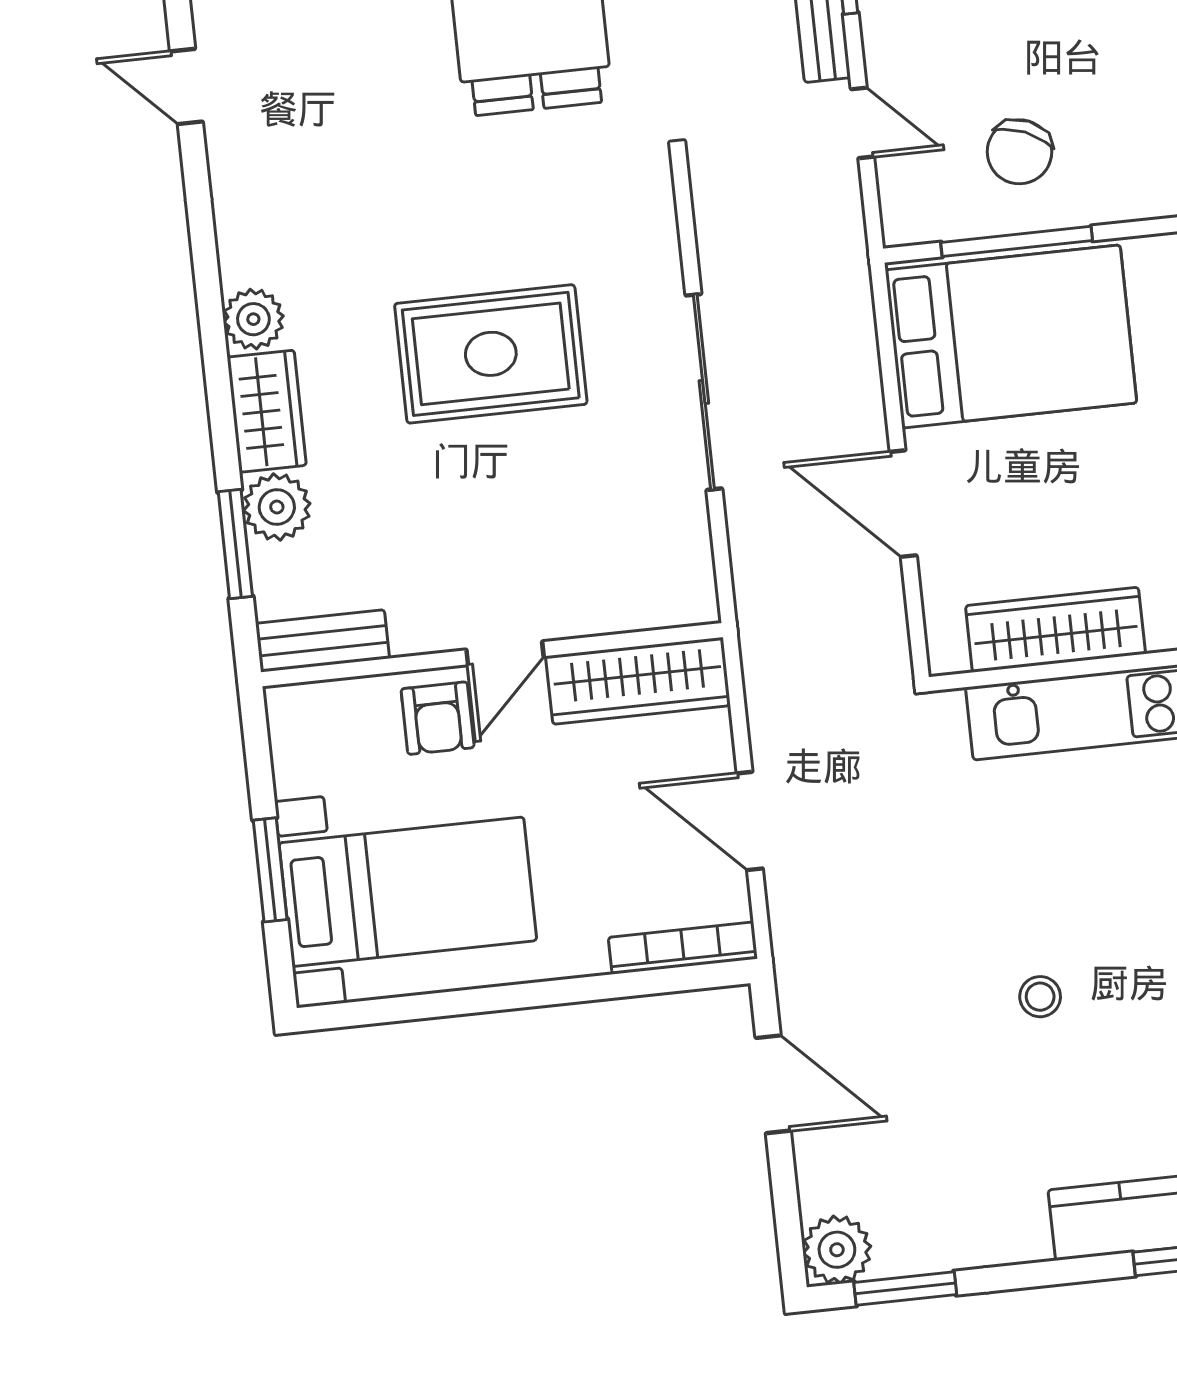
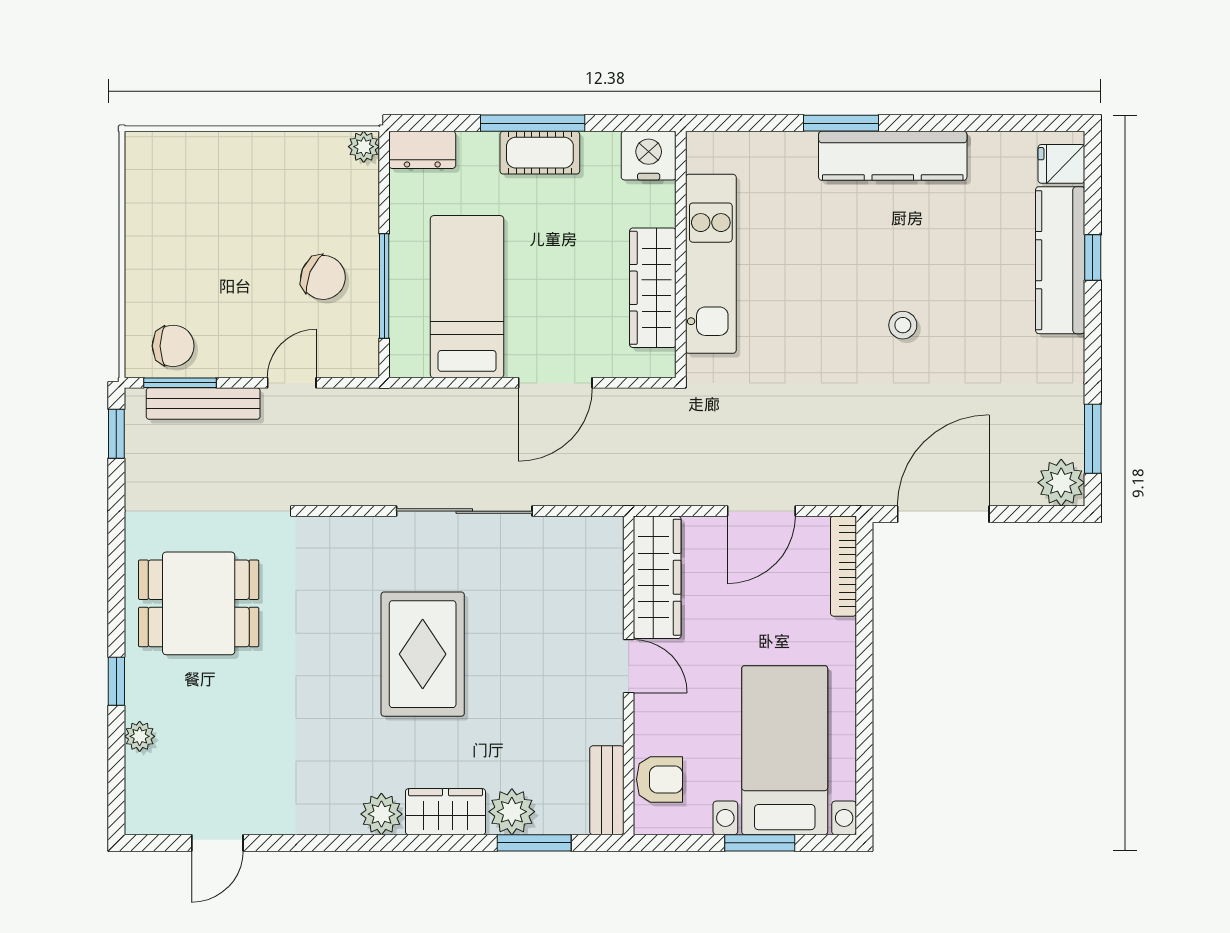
bed: (1011, 336) -> (467, 297), width x0.67
armchair: (438, 718) -> (660, 779), moved
door: (773, 1084) -> (943, 514), width x1.36

